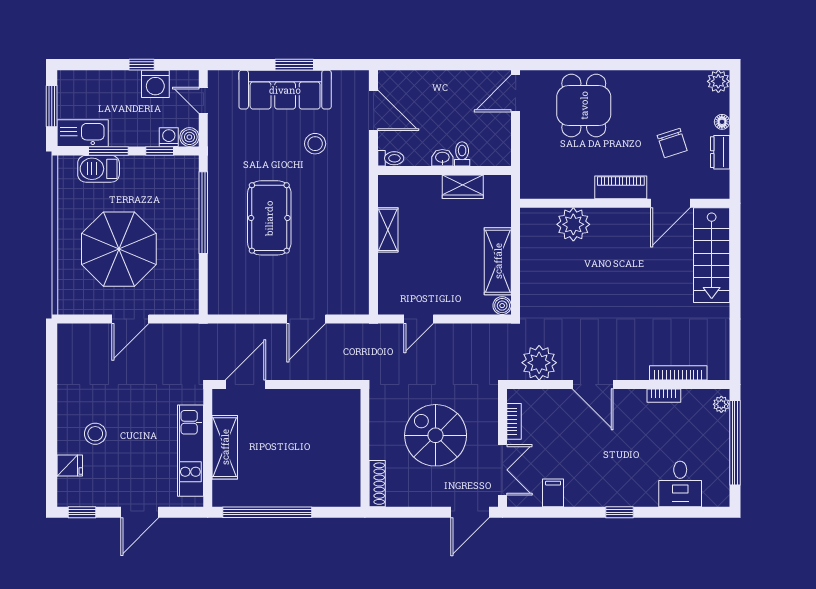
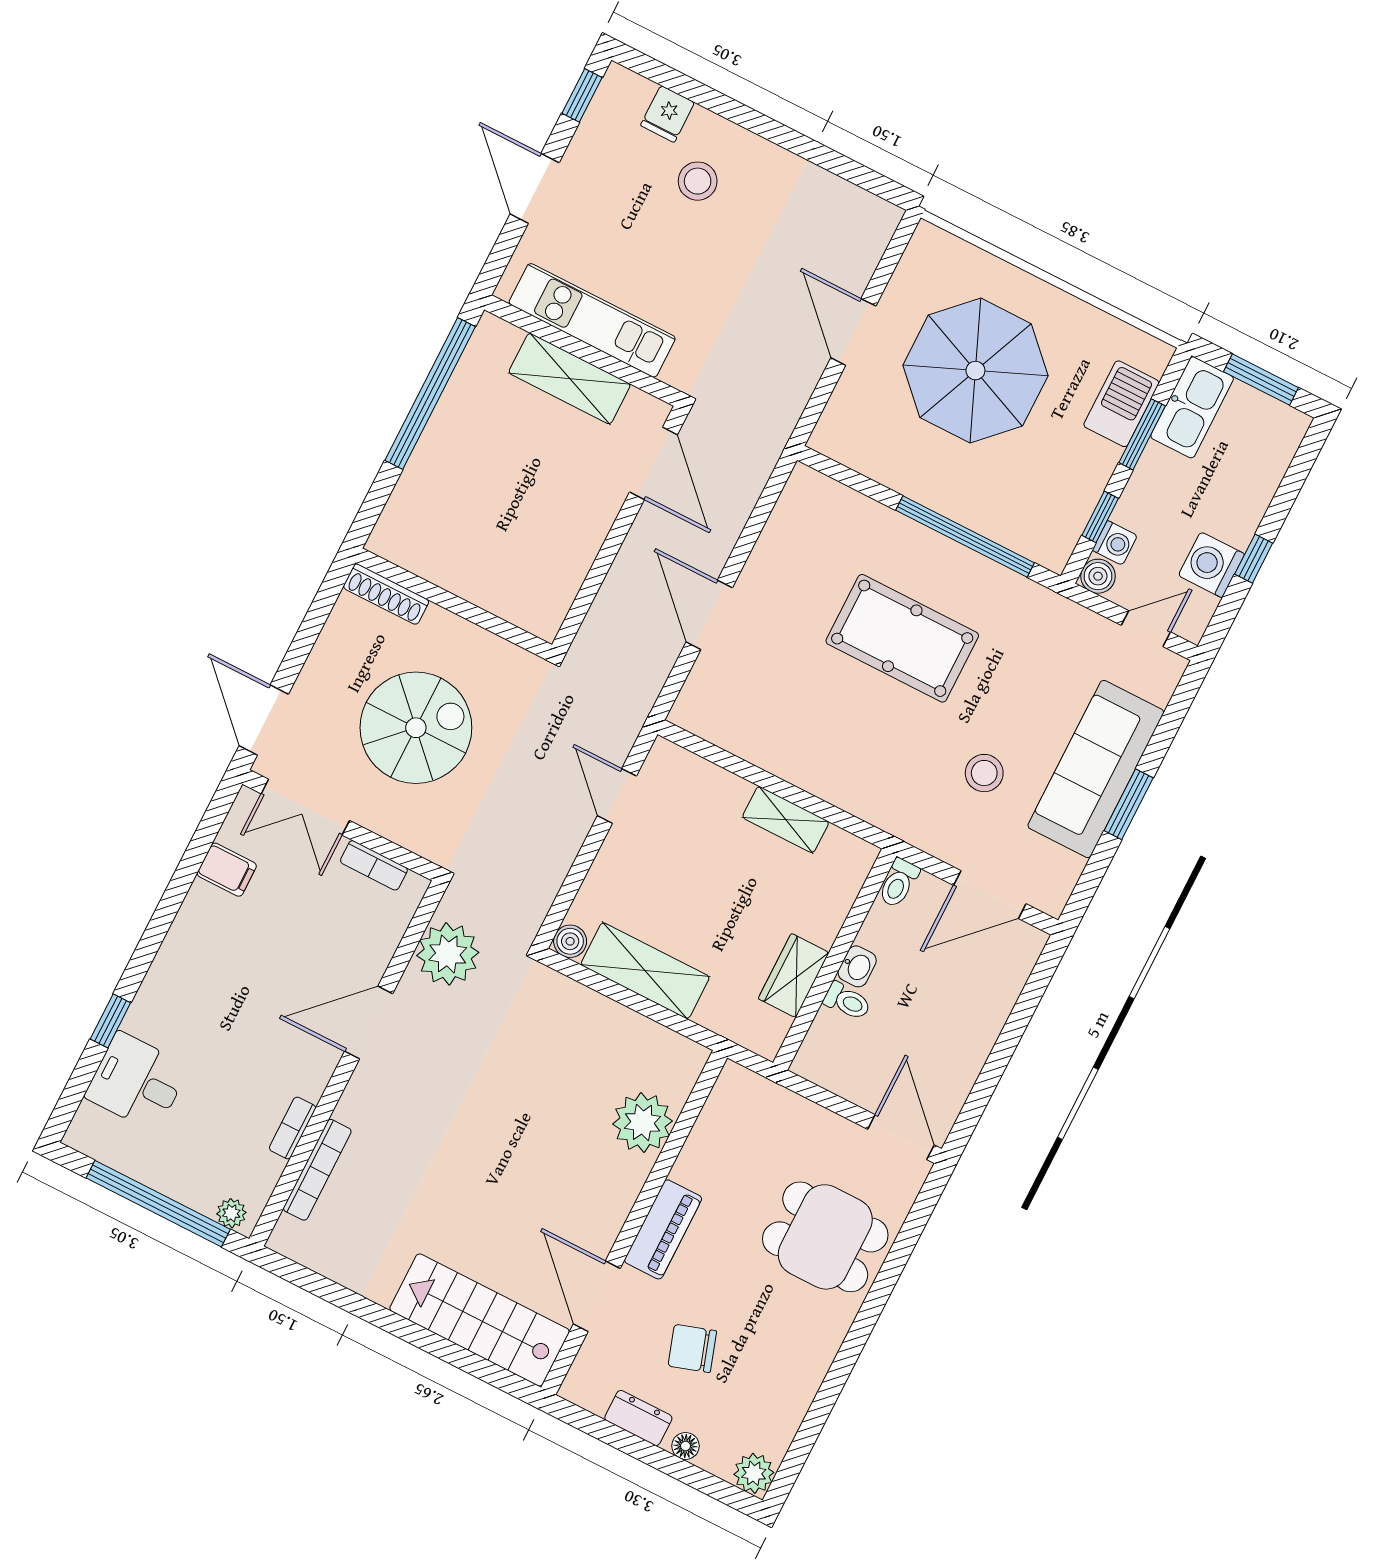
window: (619, 512) -> (110, 1021), moved

